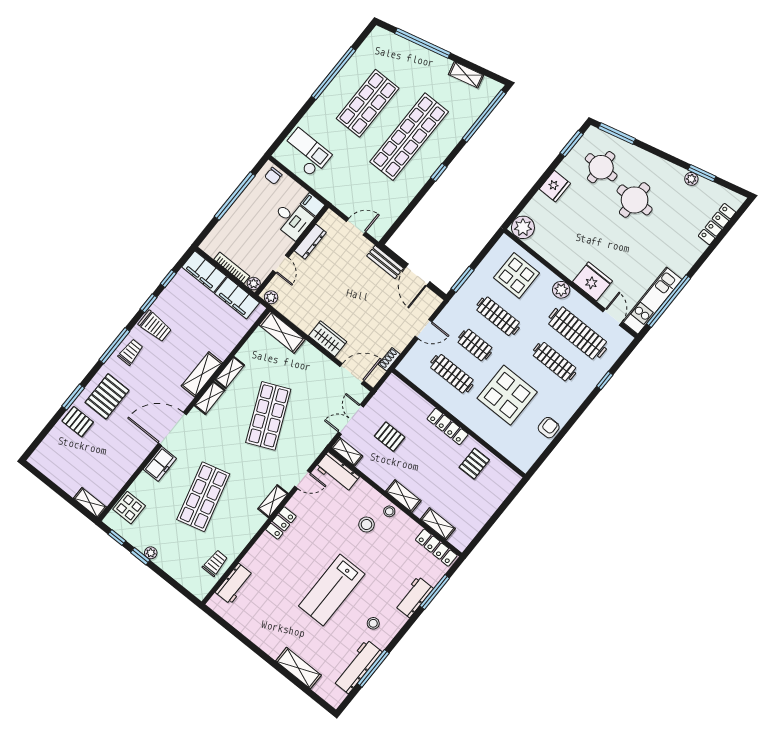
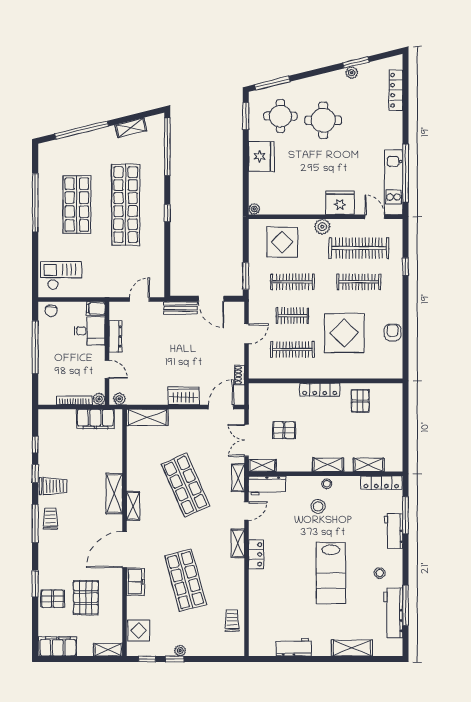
fridge: (555, 186) -> (262, 156), width x1.36, depth x1.34
plant: (523, 227) -> (254, 209), width x0.53, depth x0.53
filing cabinet: (204, 272) -> (58, 646), moved, turned 180
shelving: (230, 372) -> (238, 478), moved
pallet: (107, 396) -> (86, 598), moved
workbench: (234, 584) -> (294, 647), moved, turned -90

